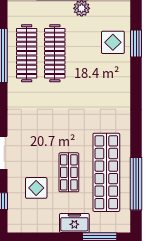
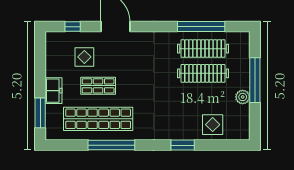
window: (136, 43) -> (183, 145), moved
window: (136, 184) -> (111, 145), moved

